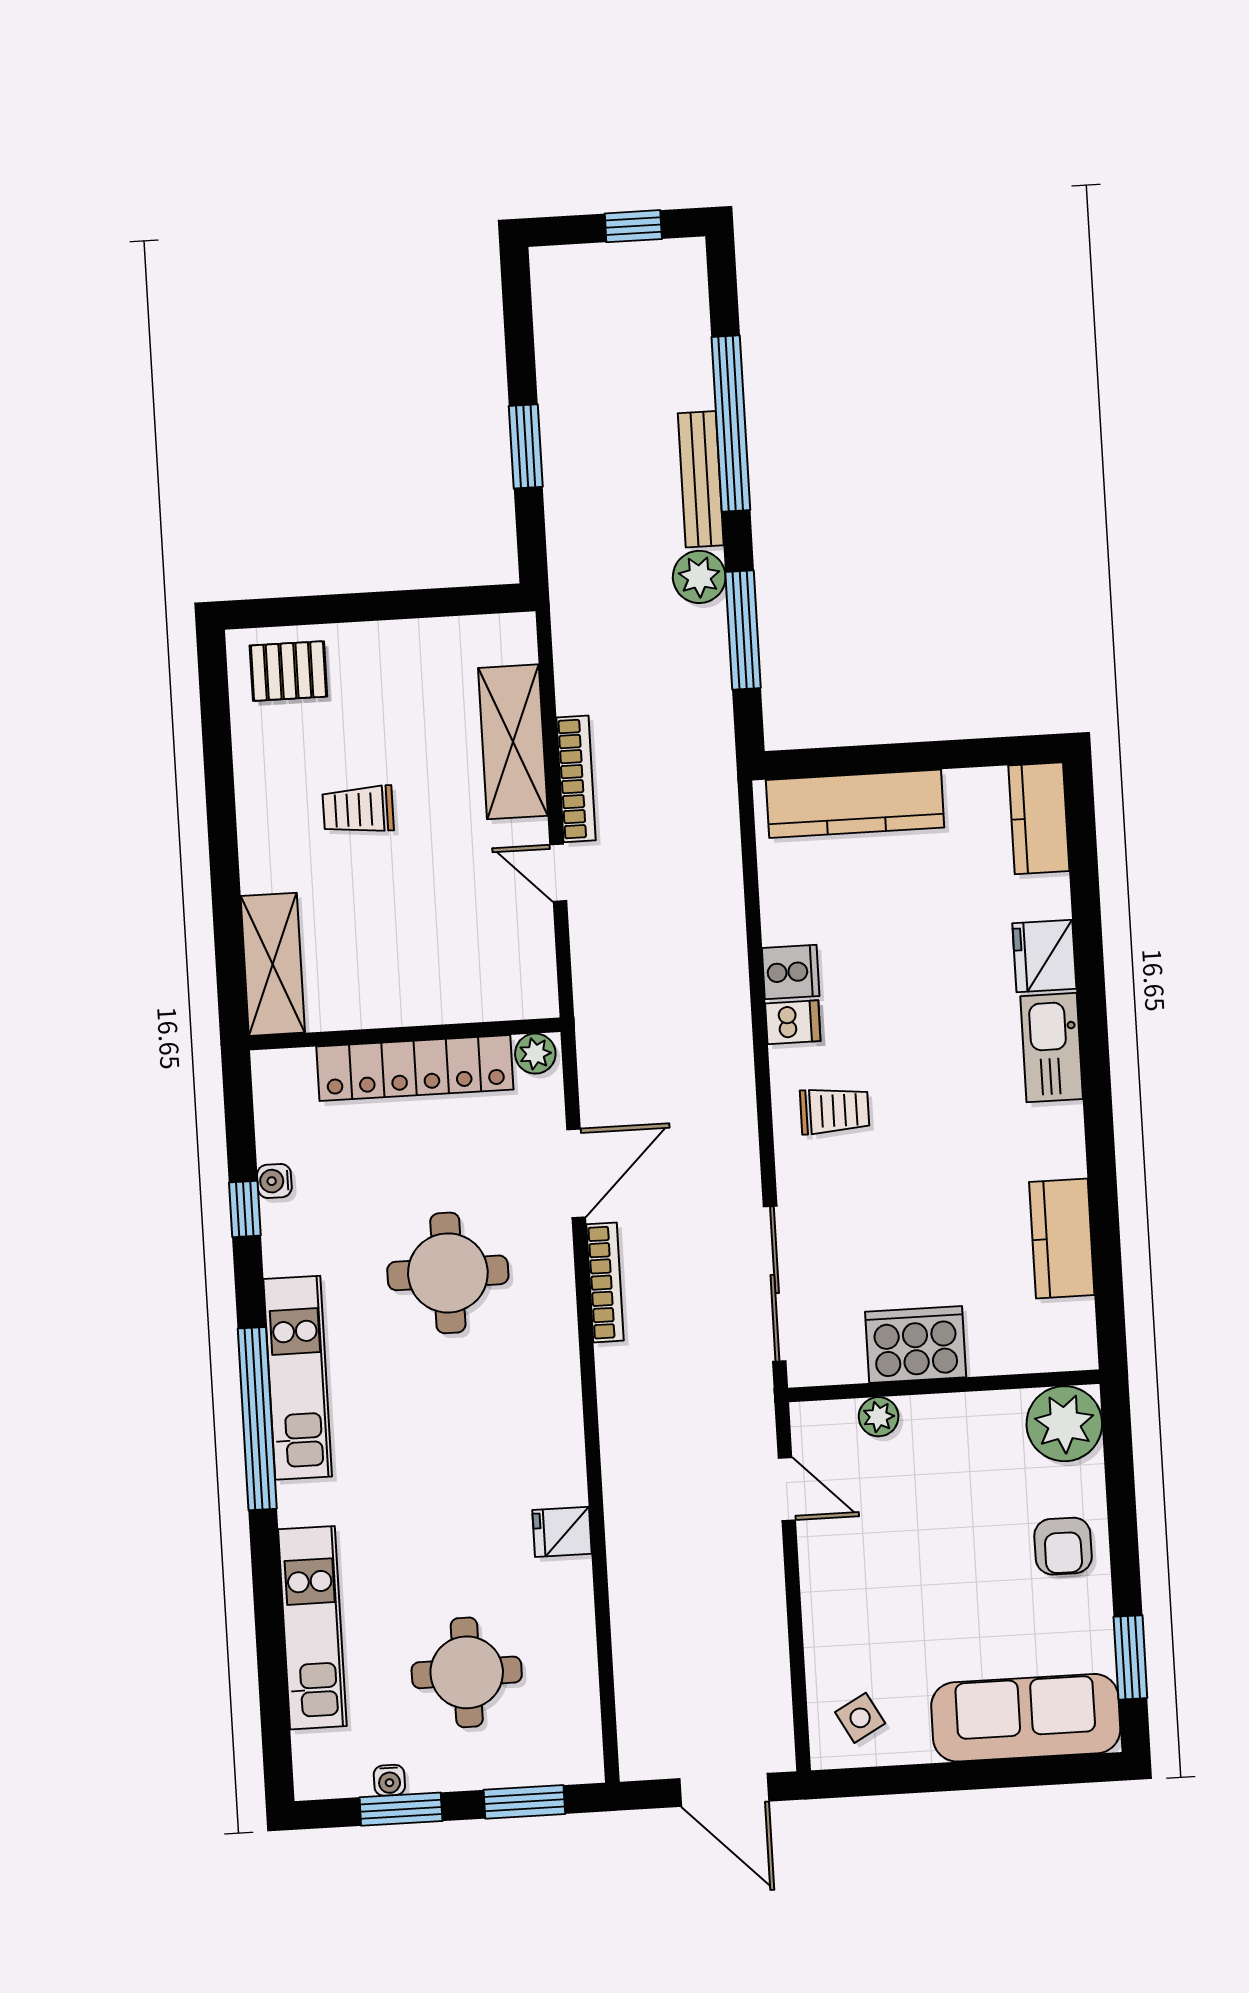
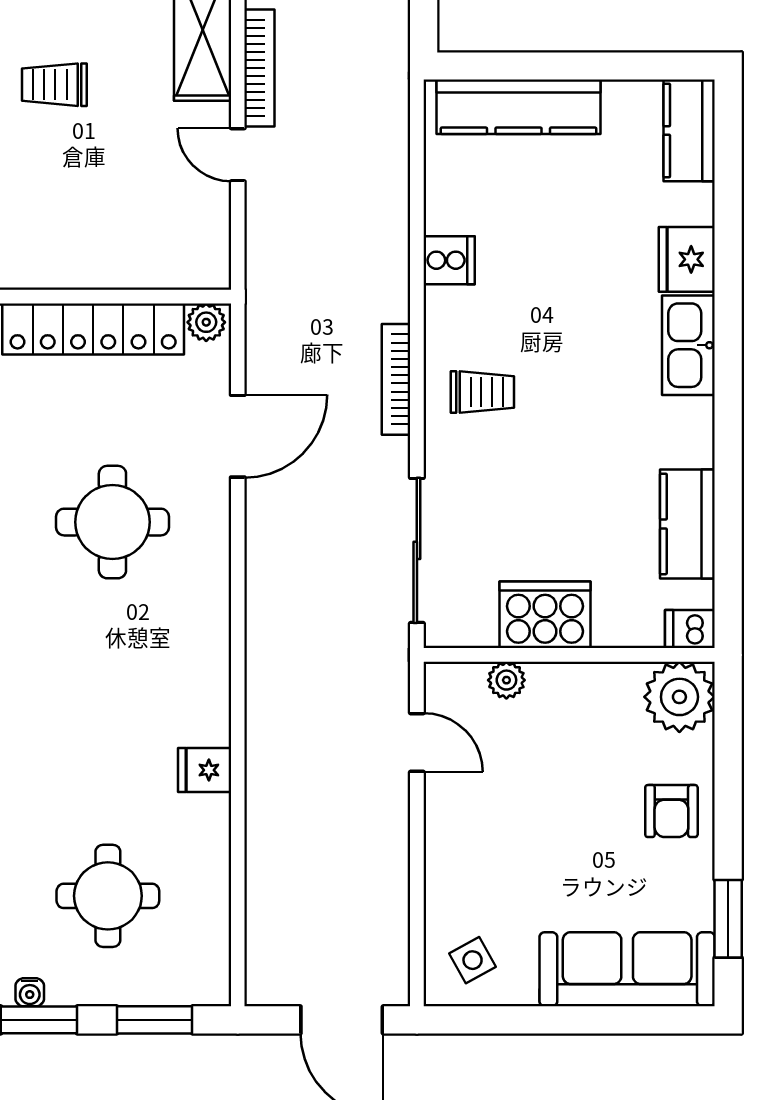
dishwasher: (793, 1022) -> (690, 629), moved, turned 180
bookcase: (605, 1282) -> (396, 379), moved, turned 180

